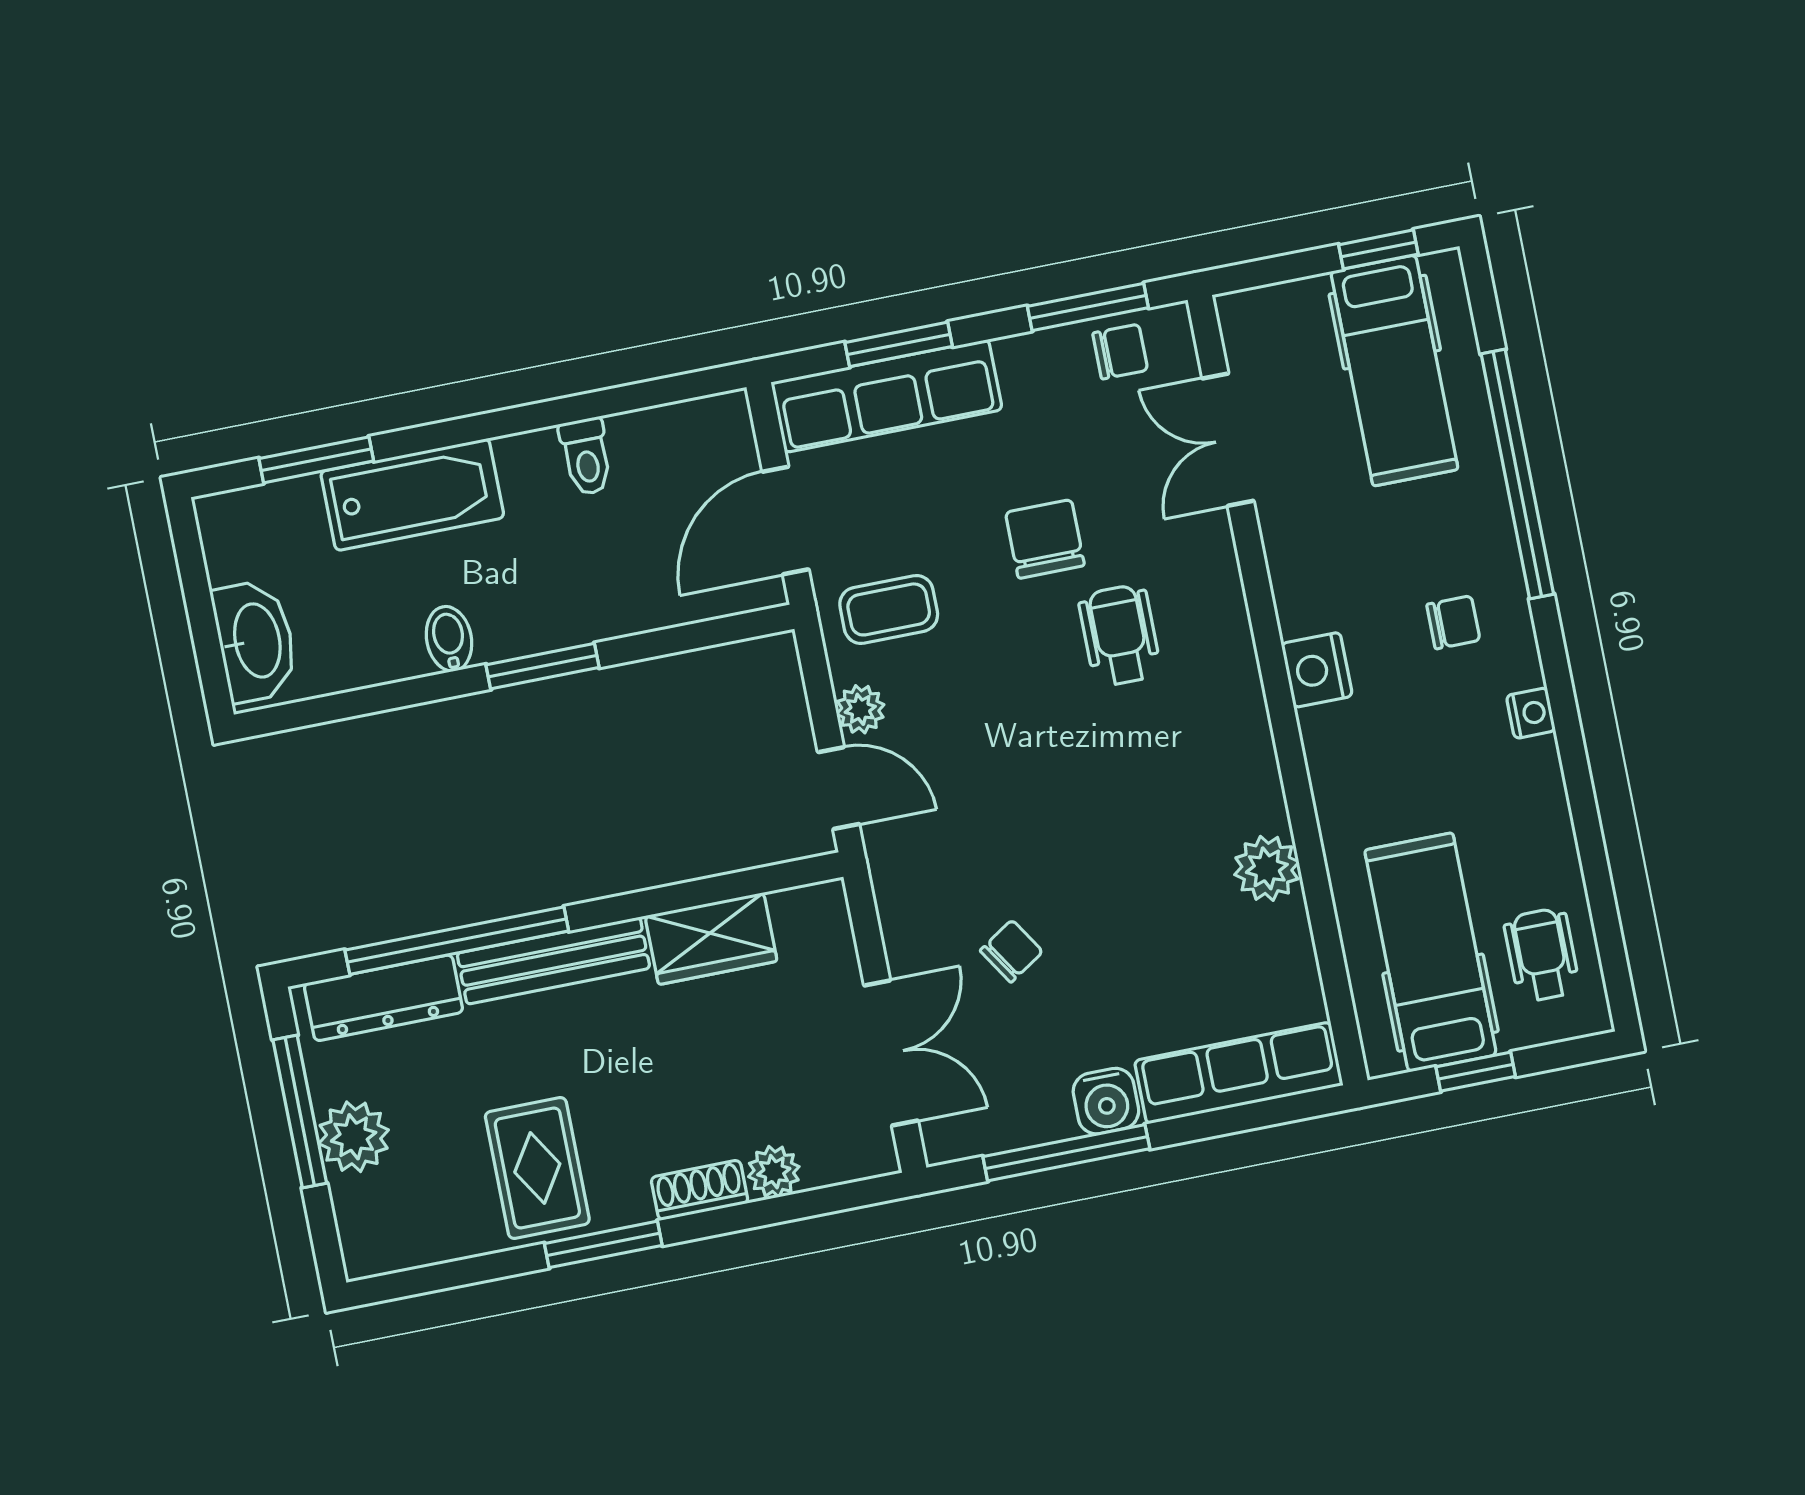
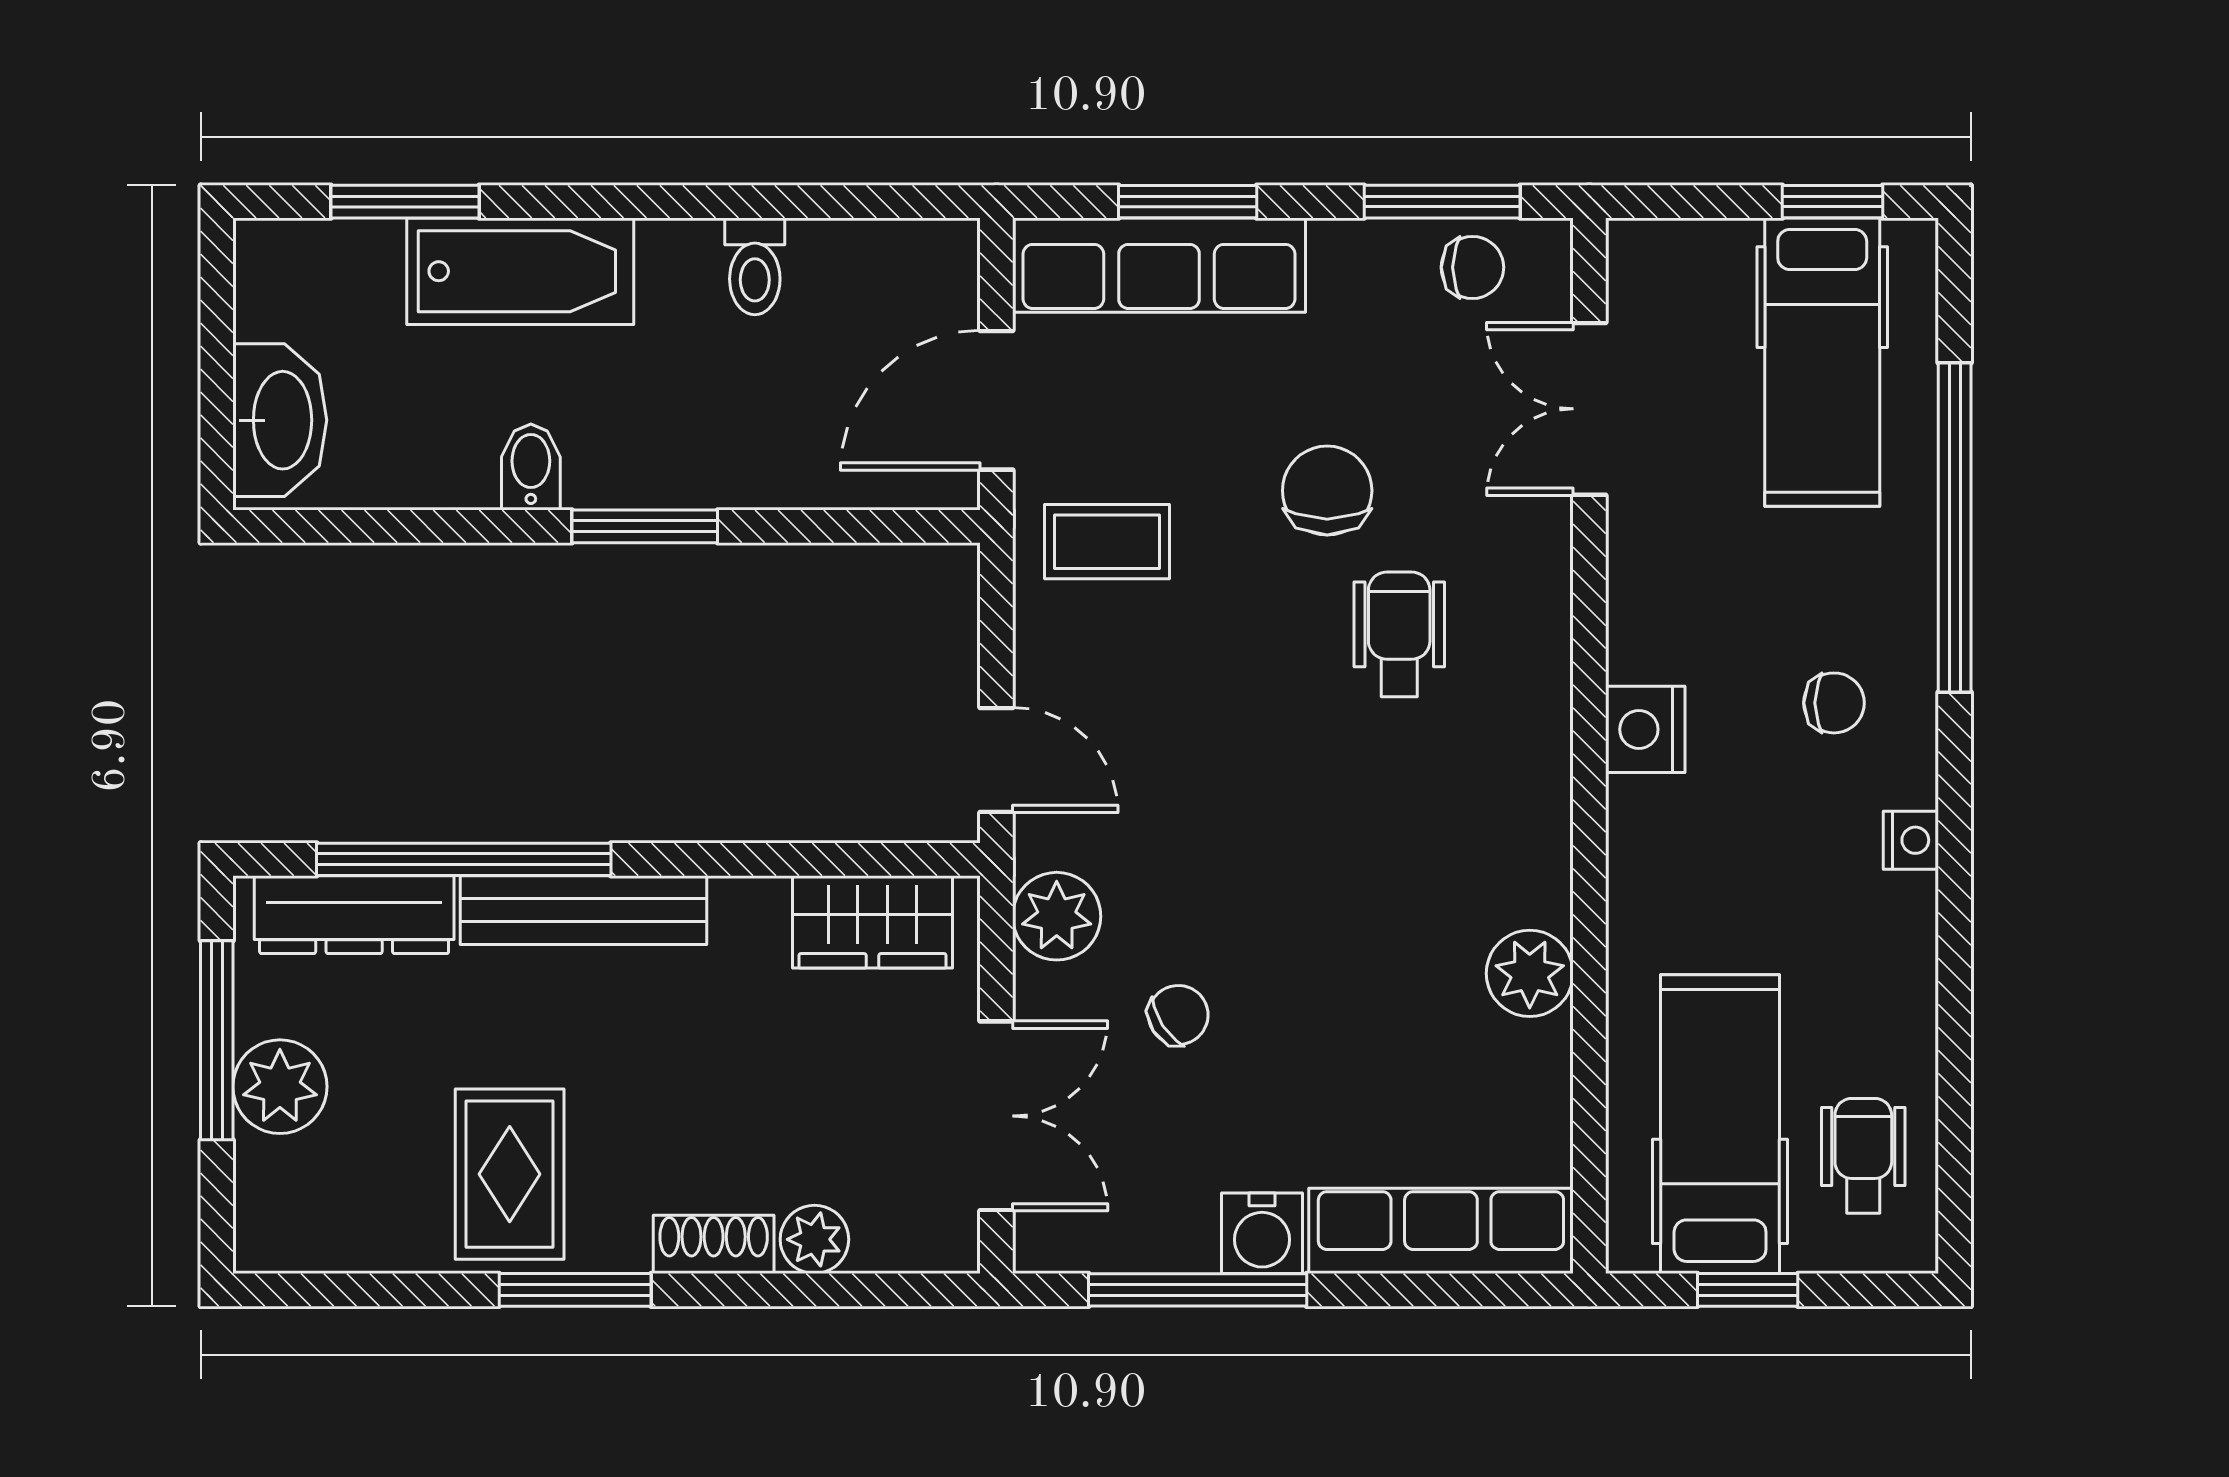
plant: (860, 709) -> (1057, 916), moved, width x1.38, depth x1.38
wardrobe: (711, 939) -> (873, 922), moved

